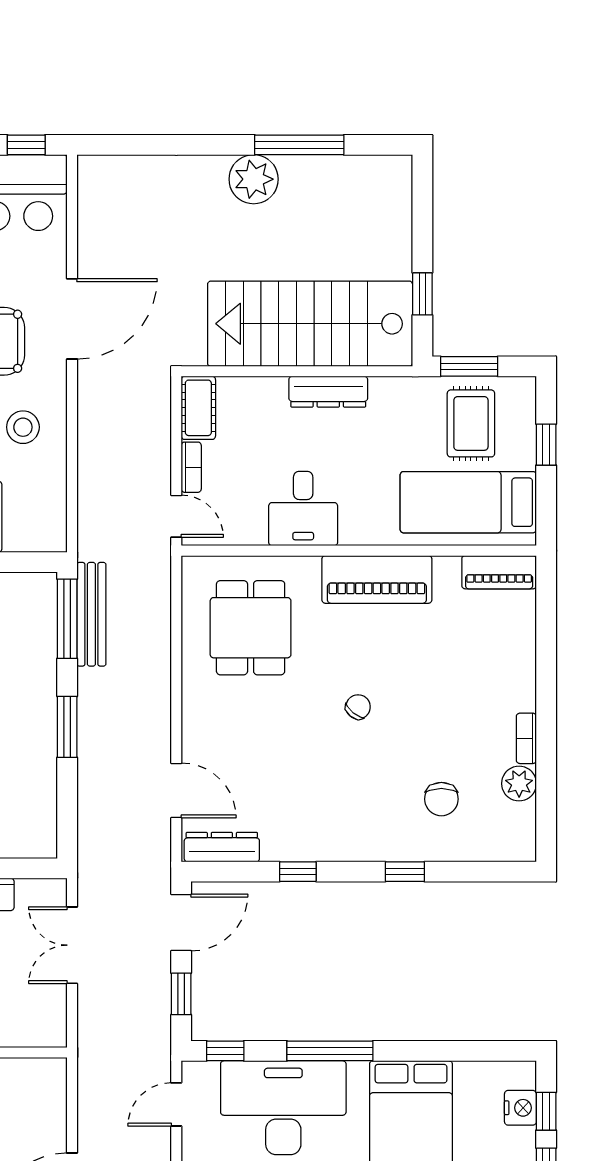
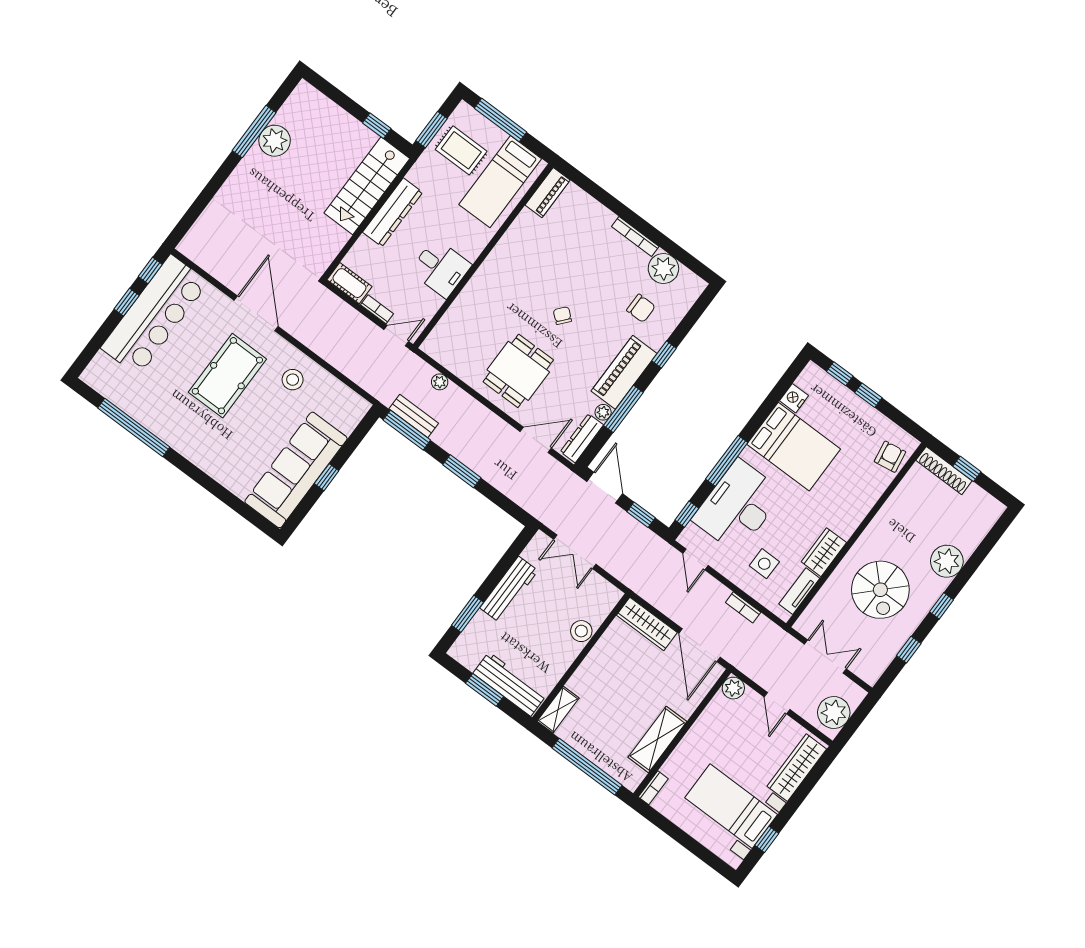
plant: (254, 179) -> (275, 141), moved
stairs: (310, 324) -> (367, 186), width x0.73, depth x0.66
dresser: (328, 392) -> (393, 212), width x1.37, depth x1.24
window: (546, 445) -> (501, 120), width x2.17
piano: (377, 579) -> (624, 372), moved, turned 180
bench: (91, 614) -> (414, 416), width x0.73
plant: (159, 615) -> (440, 382), added
dining table: (251, 628) -> (518, 371), moved, turned 90
bookcase: (526, 738) -> (635, 237), width x1.56
plant: (519, 784) -> (663, 269), width x1.36, depth x1.36
plant: (275, 849) -> (603, 412), added
window: (298, 872) -> (623, 409), width x2.17
wardrobe: (49, 1104) -> (647, 624), added
nightstand: (520, 1108) -> (794, 398), moved, turned -90

